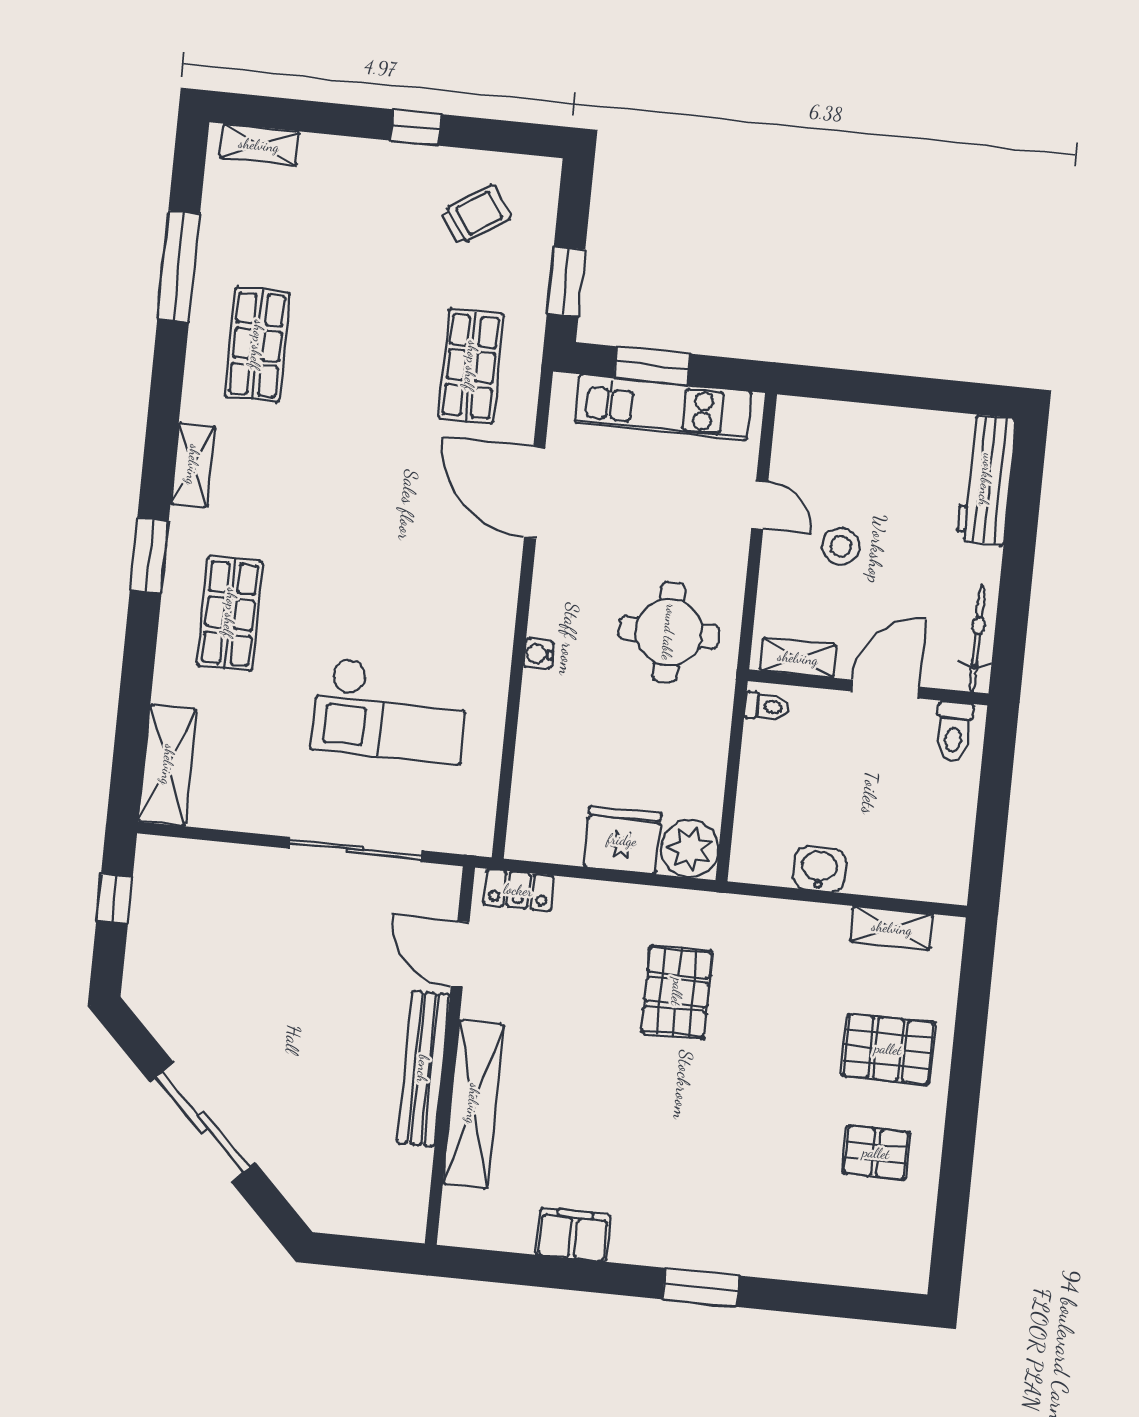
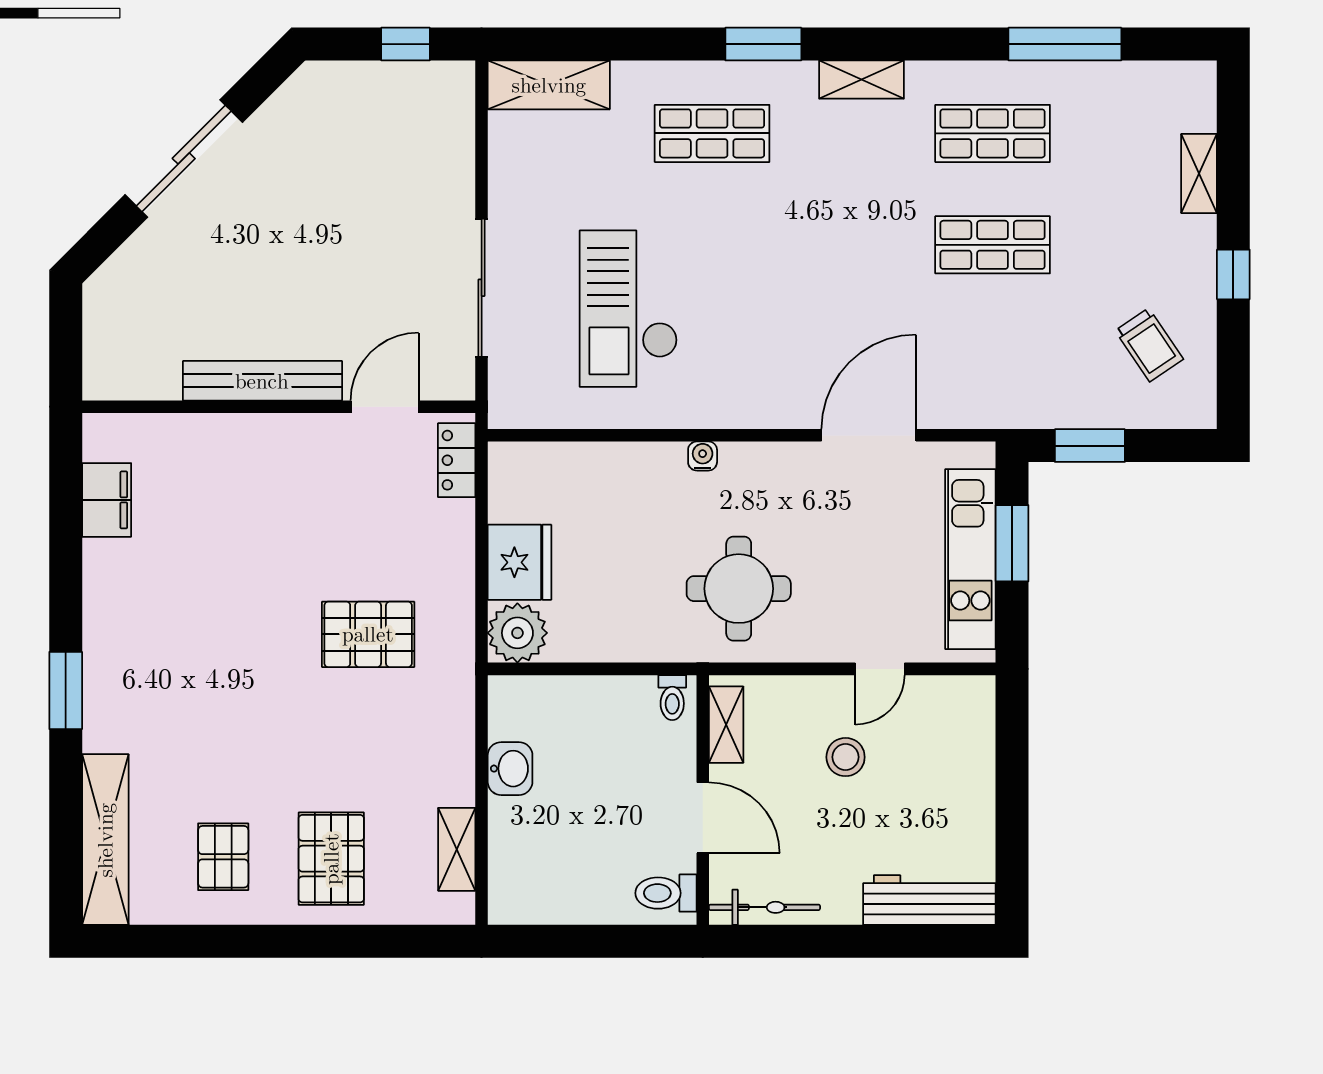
shelving: (259, 145) -> (1199, 174), moved
shop shelf: (471, 366) -> (993, 245), moved
shelving: (473, 1104) -> (105, 840), moved, turned 90
filing cabinet: (573, 1235) -> (107, 500), moved

